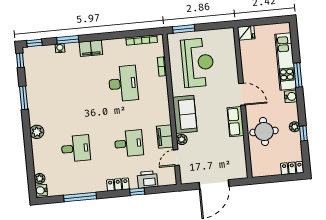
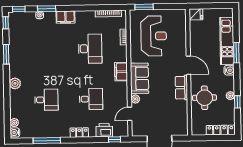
filing cabinet: (165, 137) -> (121, 72), moved
locker: (292, 168) -> (220, 130), width x1.53
window: (137, 192) -> (115, 139), moved

